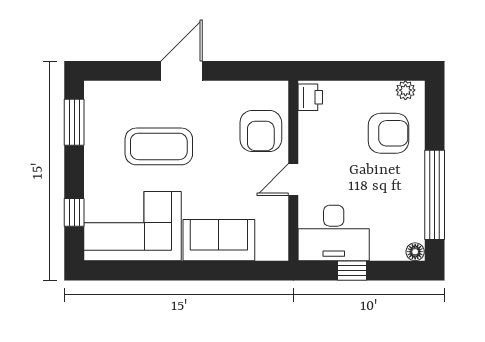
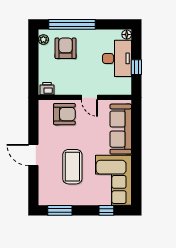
window: (435, 195) -> (72, 24), moved
desk: (334, 233) -> (117, 58), moved
sofa: (219, 240) -> (121, 129), width x1.36

